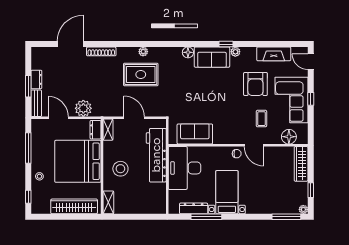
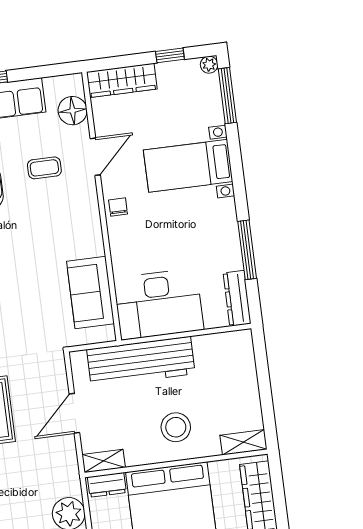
door: (254, 145) -> (95, 157), moved
bed with nightstands: (227, 192) -> (188, 166), moved
dresser: (194, 208) -> (237, 298), moved

